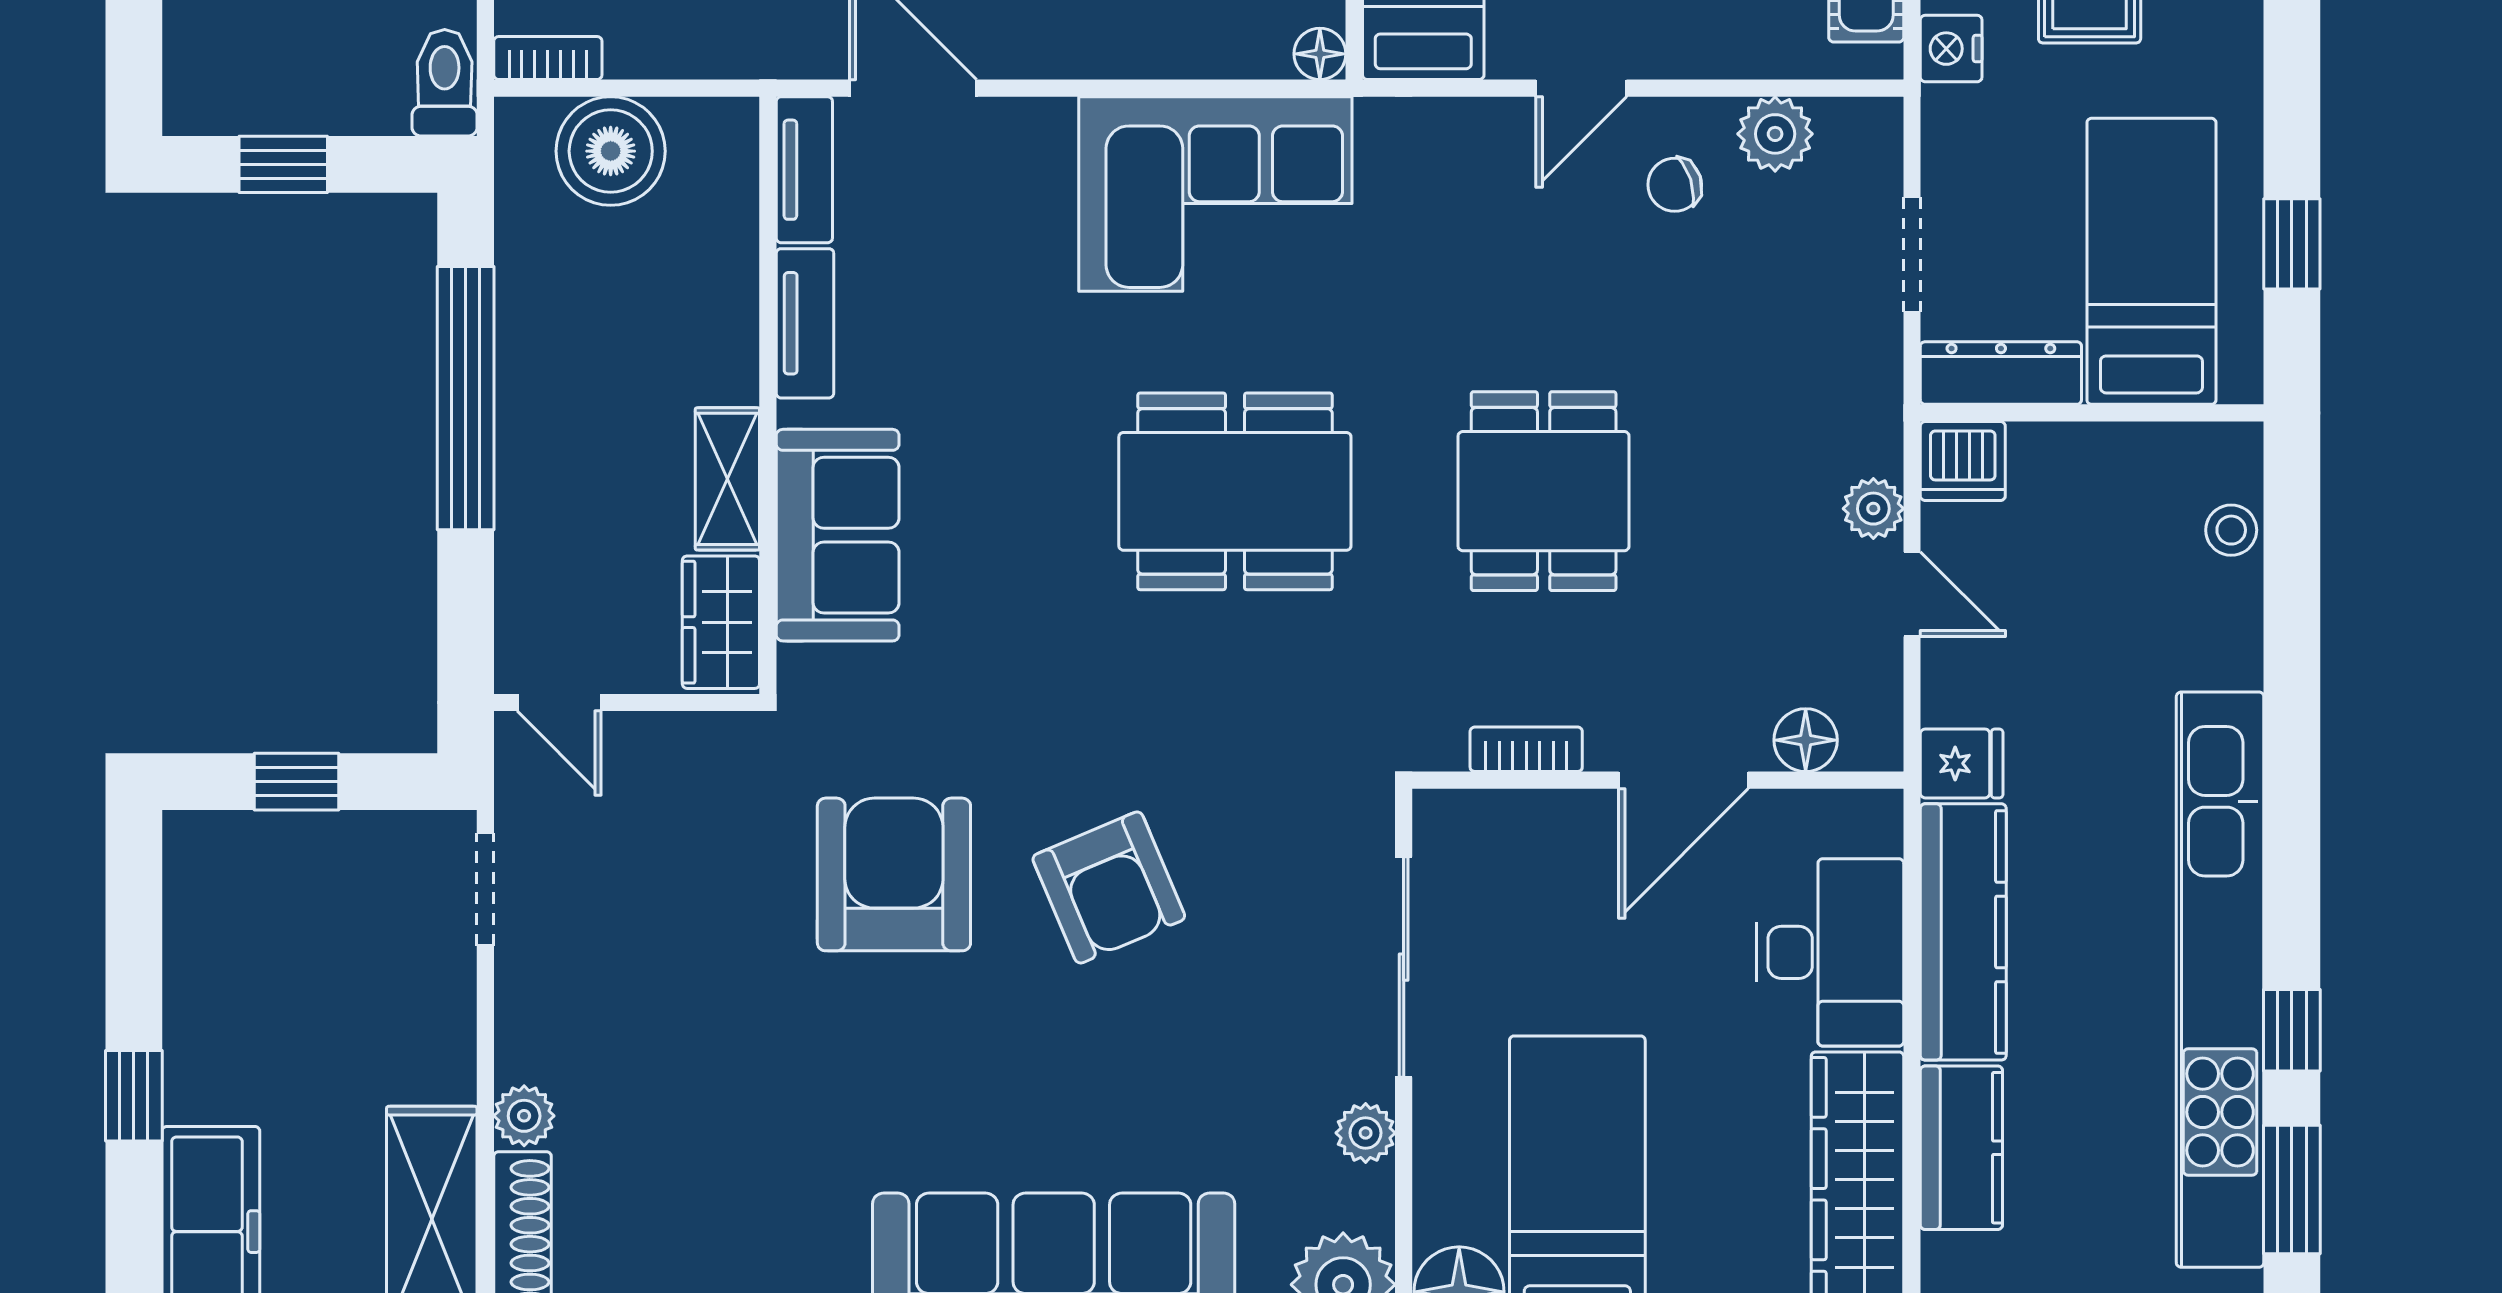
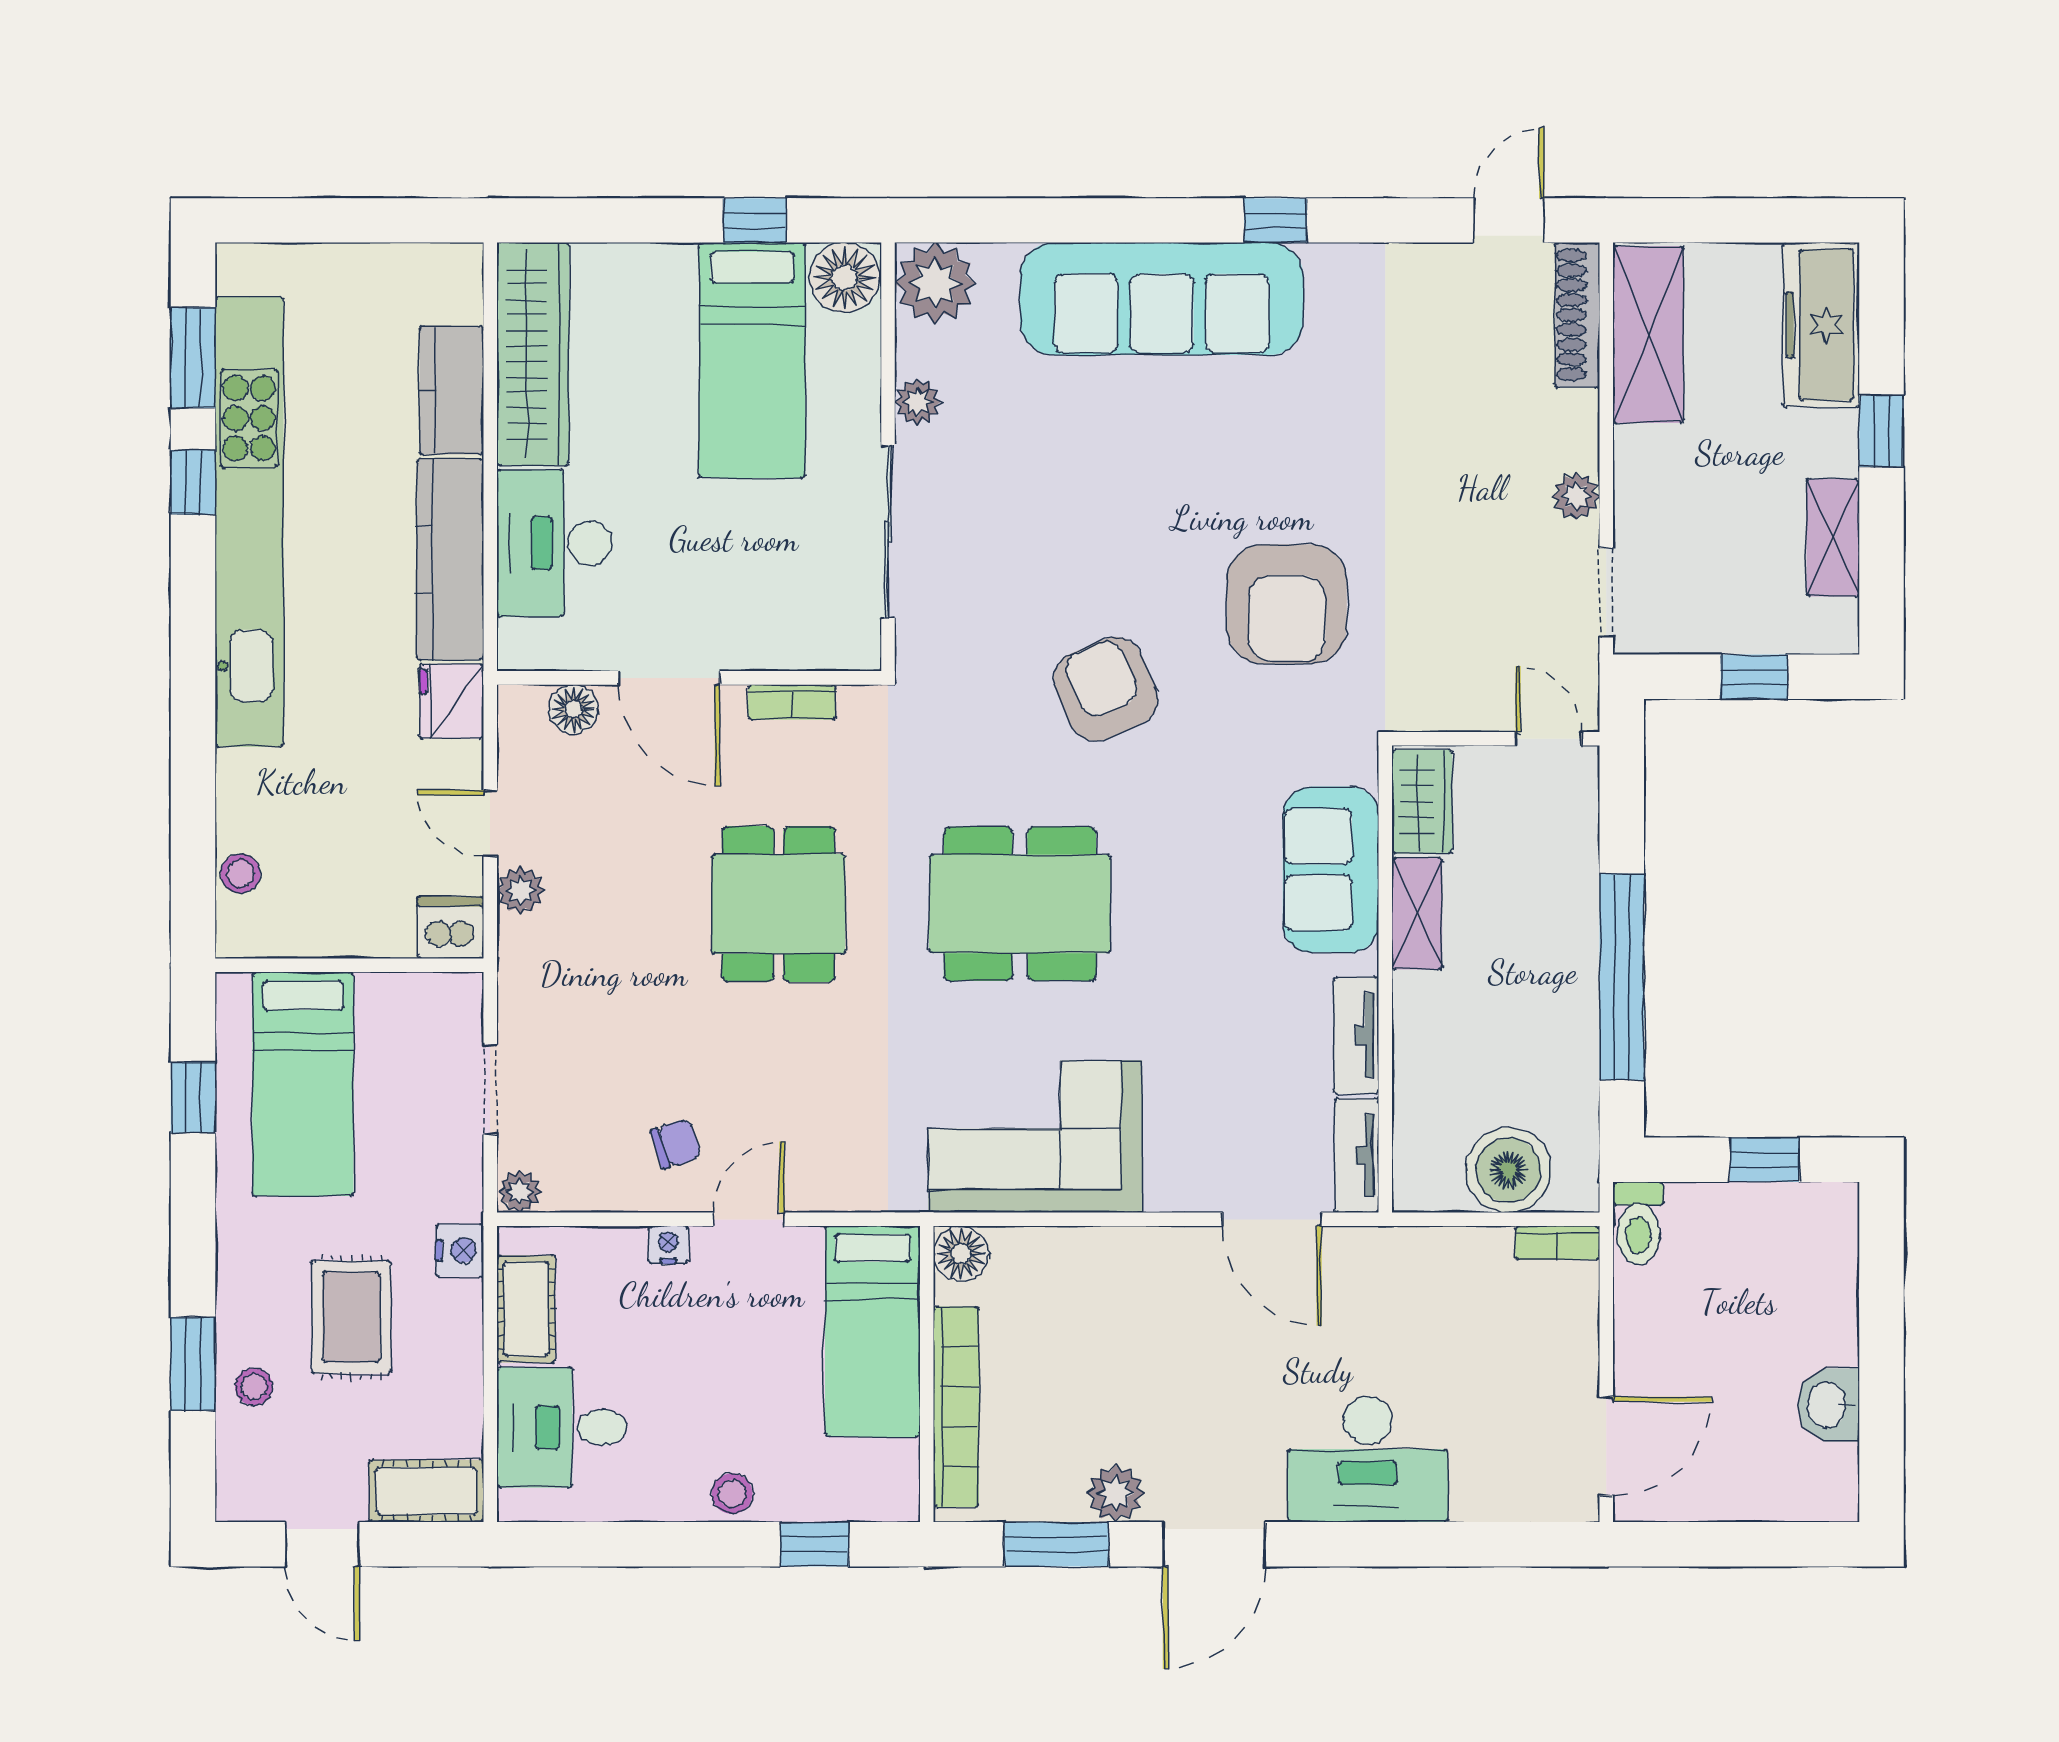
floor lamp: (1320, 54) -> (961, 1254), width x1.37, depth x1.37
nightstand: (1684, 56) -> (668, 1245), added
plant: (1775, 134) -> (520, 1191), moved, width x0.73, depth x0.73
dresser: (2001, 373) -> (421, 996), removed
fridge: (1962, 763) -> (451, 701), width x1.38
door: (1683, 780) -> (669, 678), swing flipped
armchair: (1109, 887) -> (1106, 689), moved
shelving: (196, 959) -> (1833, 538), added
plant: (524, 1116) -> (1576, 496), moved

